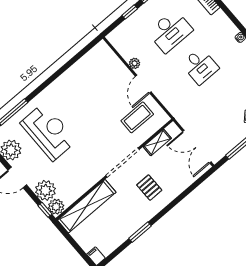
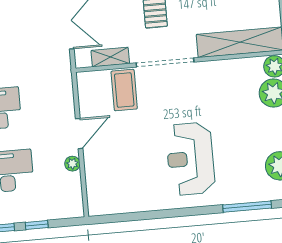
coffee table: (137, 117) -> (124, 90), moved, turned 90
reception desk: (48, 132) -> (190, 159), moved

